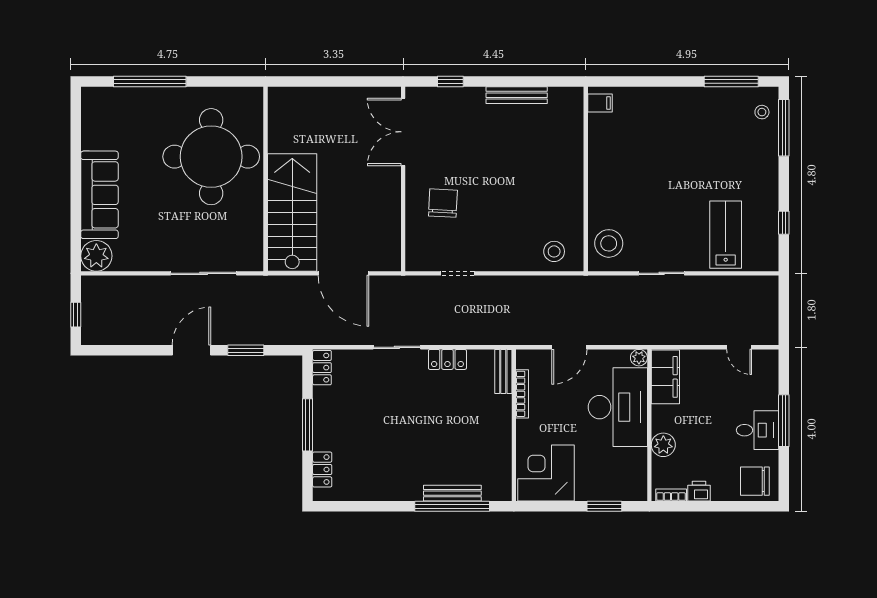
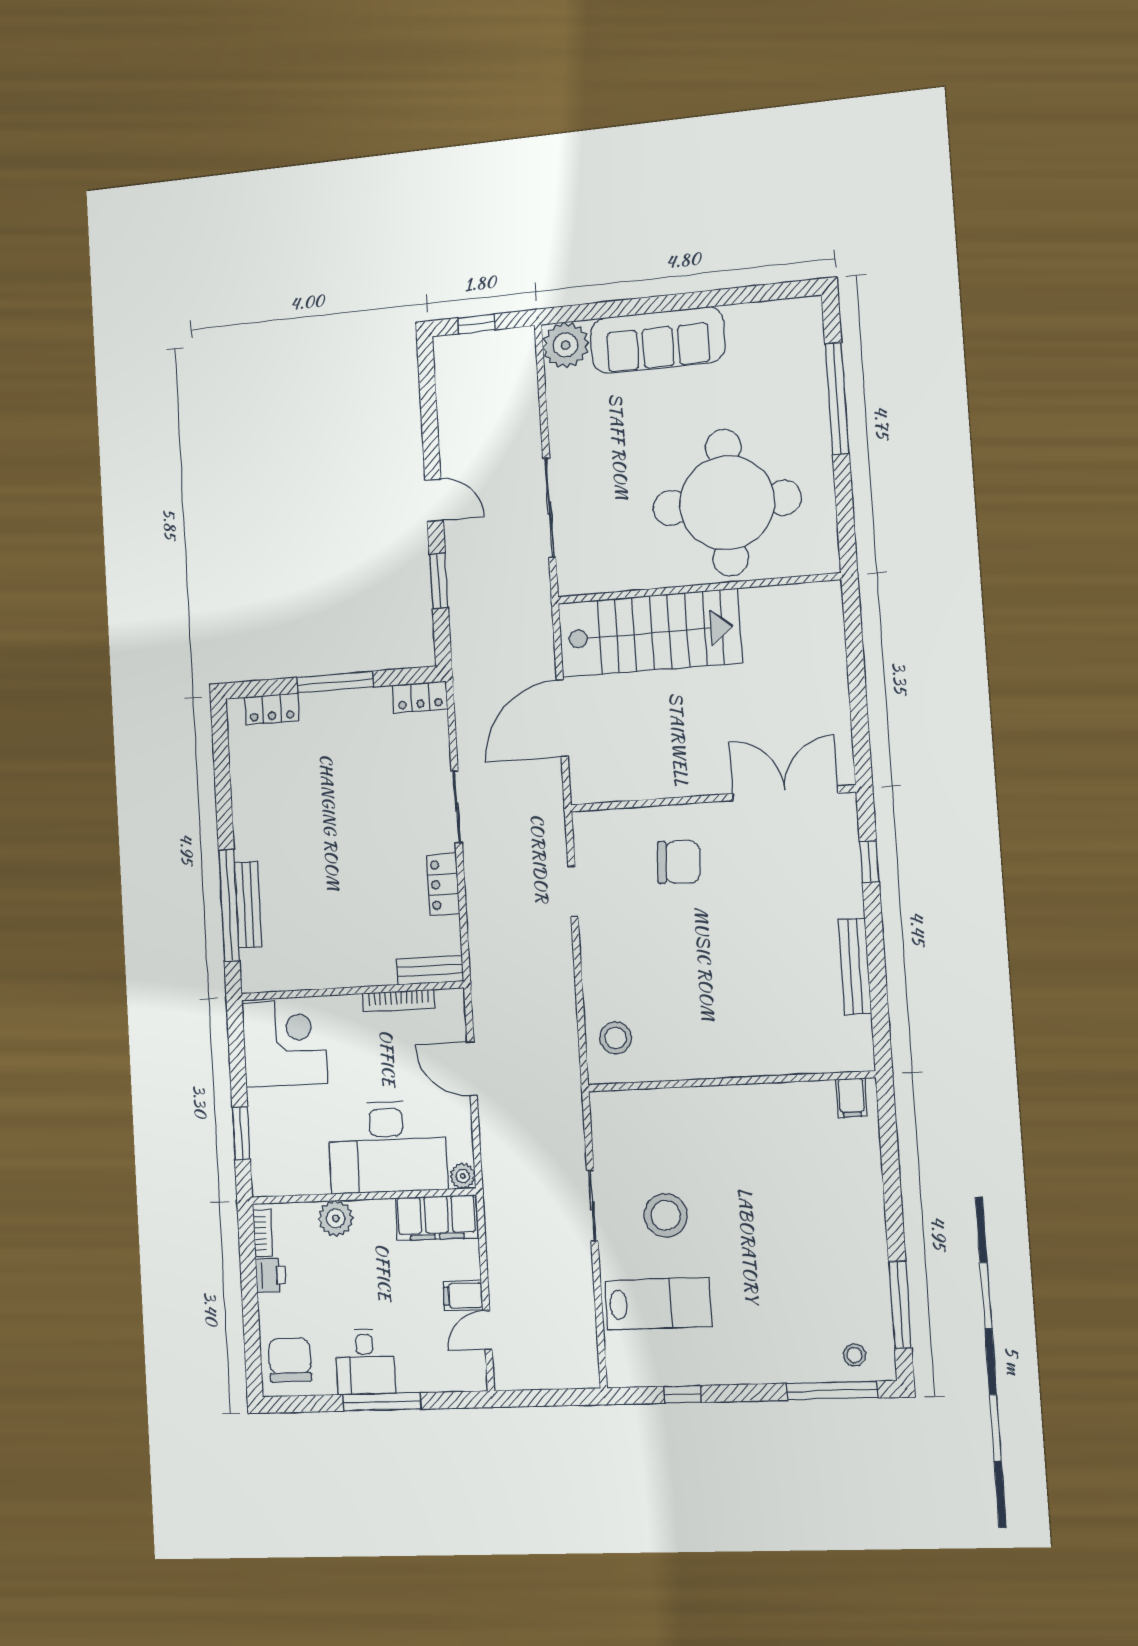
stool: (609, 243) -> (666, 1215), moved
door: (191, 350) -> (434, 500), width x0.73
filing cabinet: (717, 362) -> (463, 1296), added

